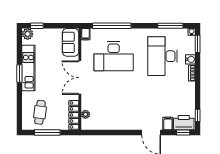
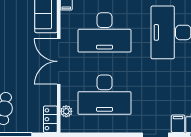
desk: (114, 102) -> (105, 95), added
locker: (74, 115) -> (50, 119), width x0.66

